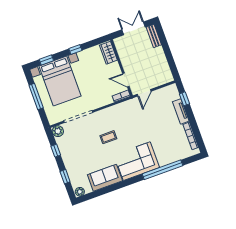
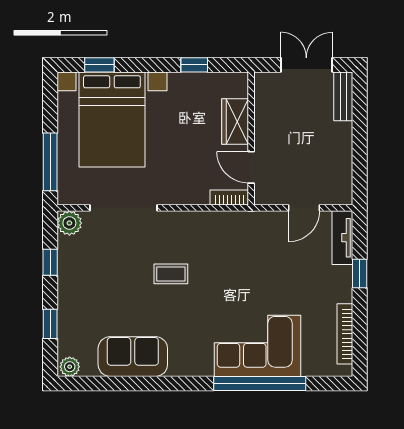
window: (75, 49) -> (194, 65), moved
wardrobe: (108, 53) -> (235, 122), moved
door: (144, 93) -> (304, 208), moved
window: (36, 97) -> (50, 162), moved
window: (184, 99) -> (360, 274), moved
tv unit: (181, 111) -> (342, 238), moved
corner sofa: (137, 161) -> (258, 346), moved

